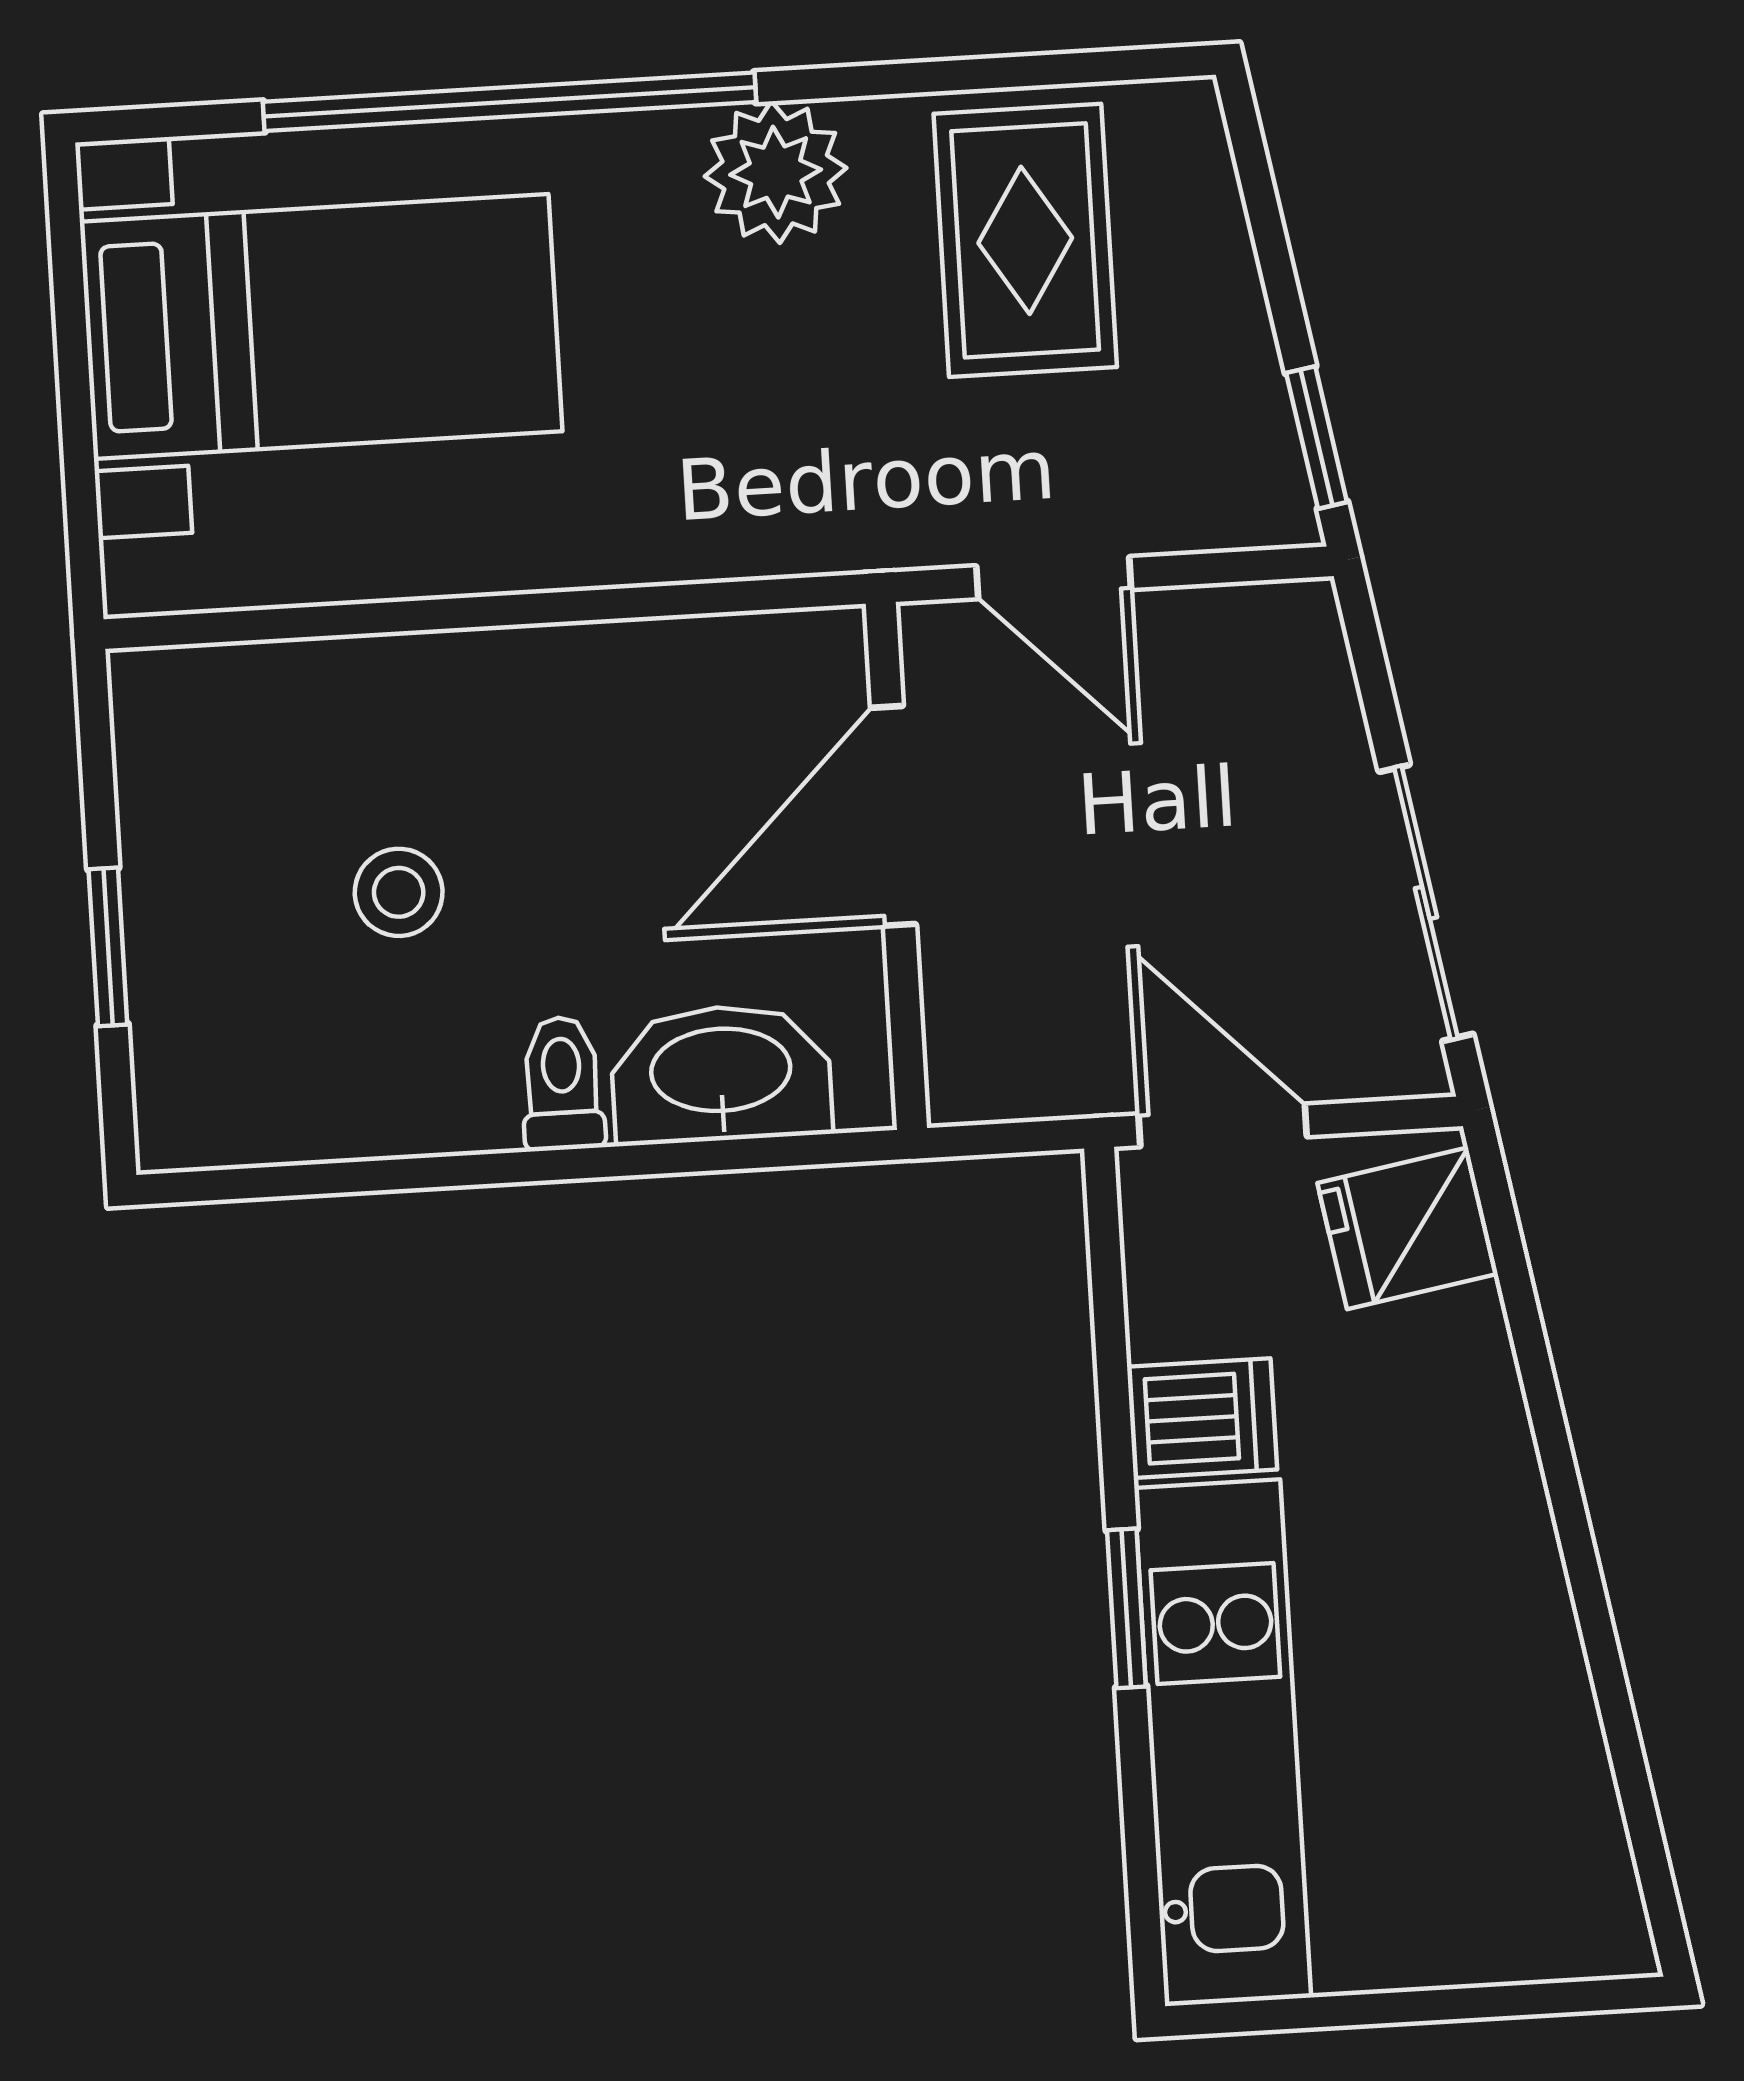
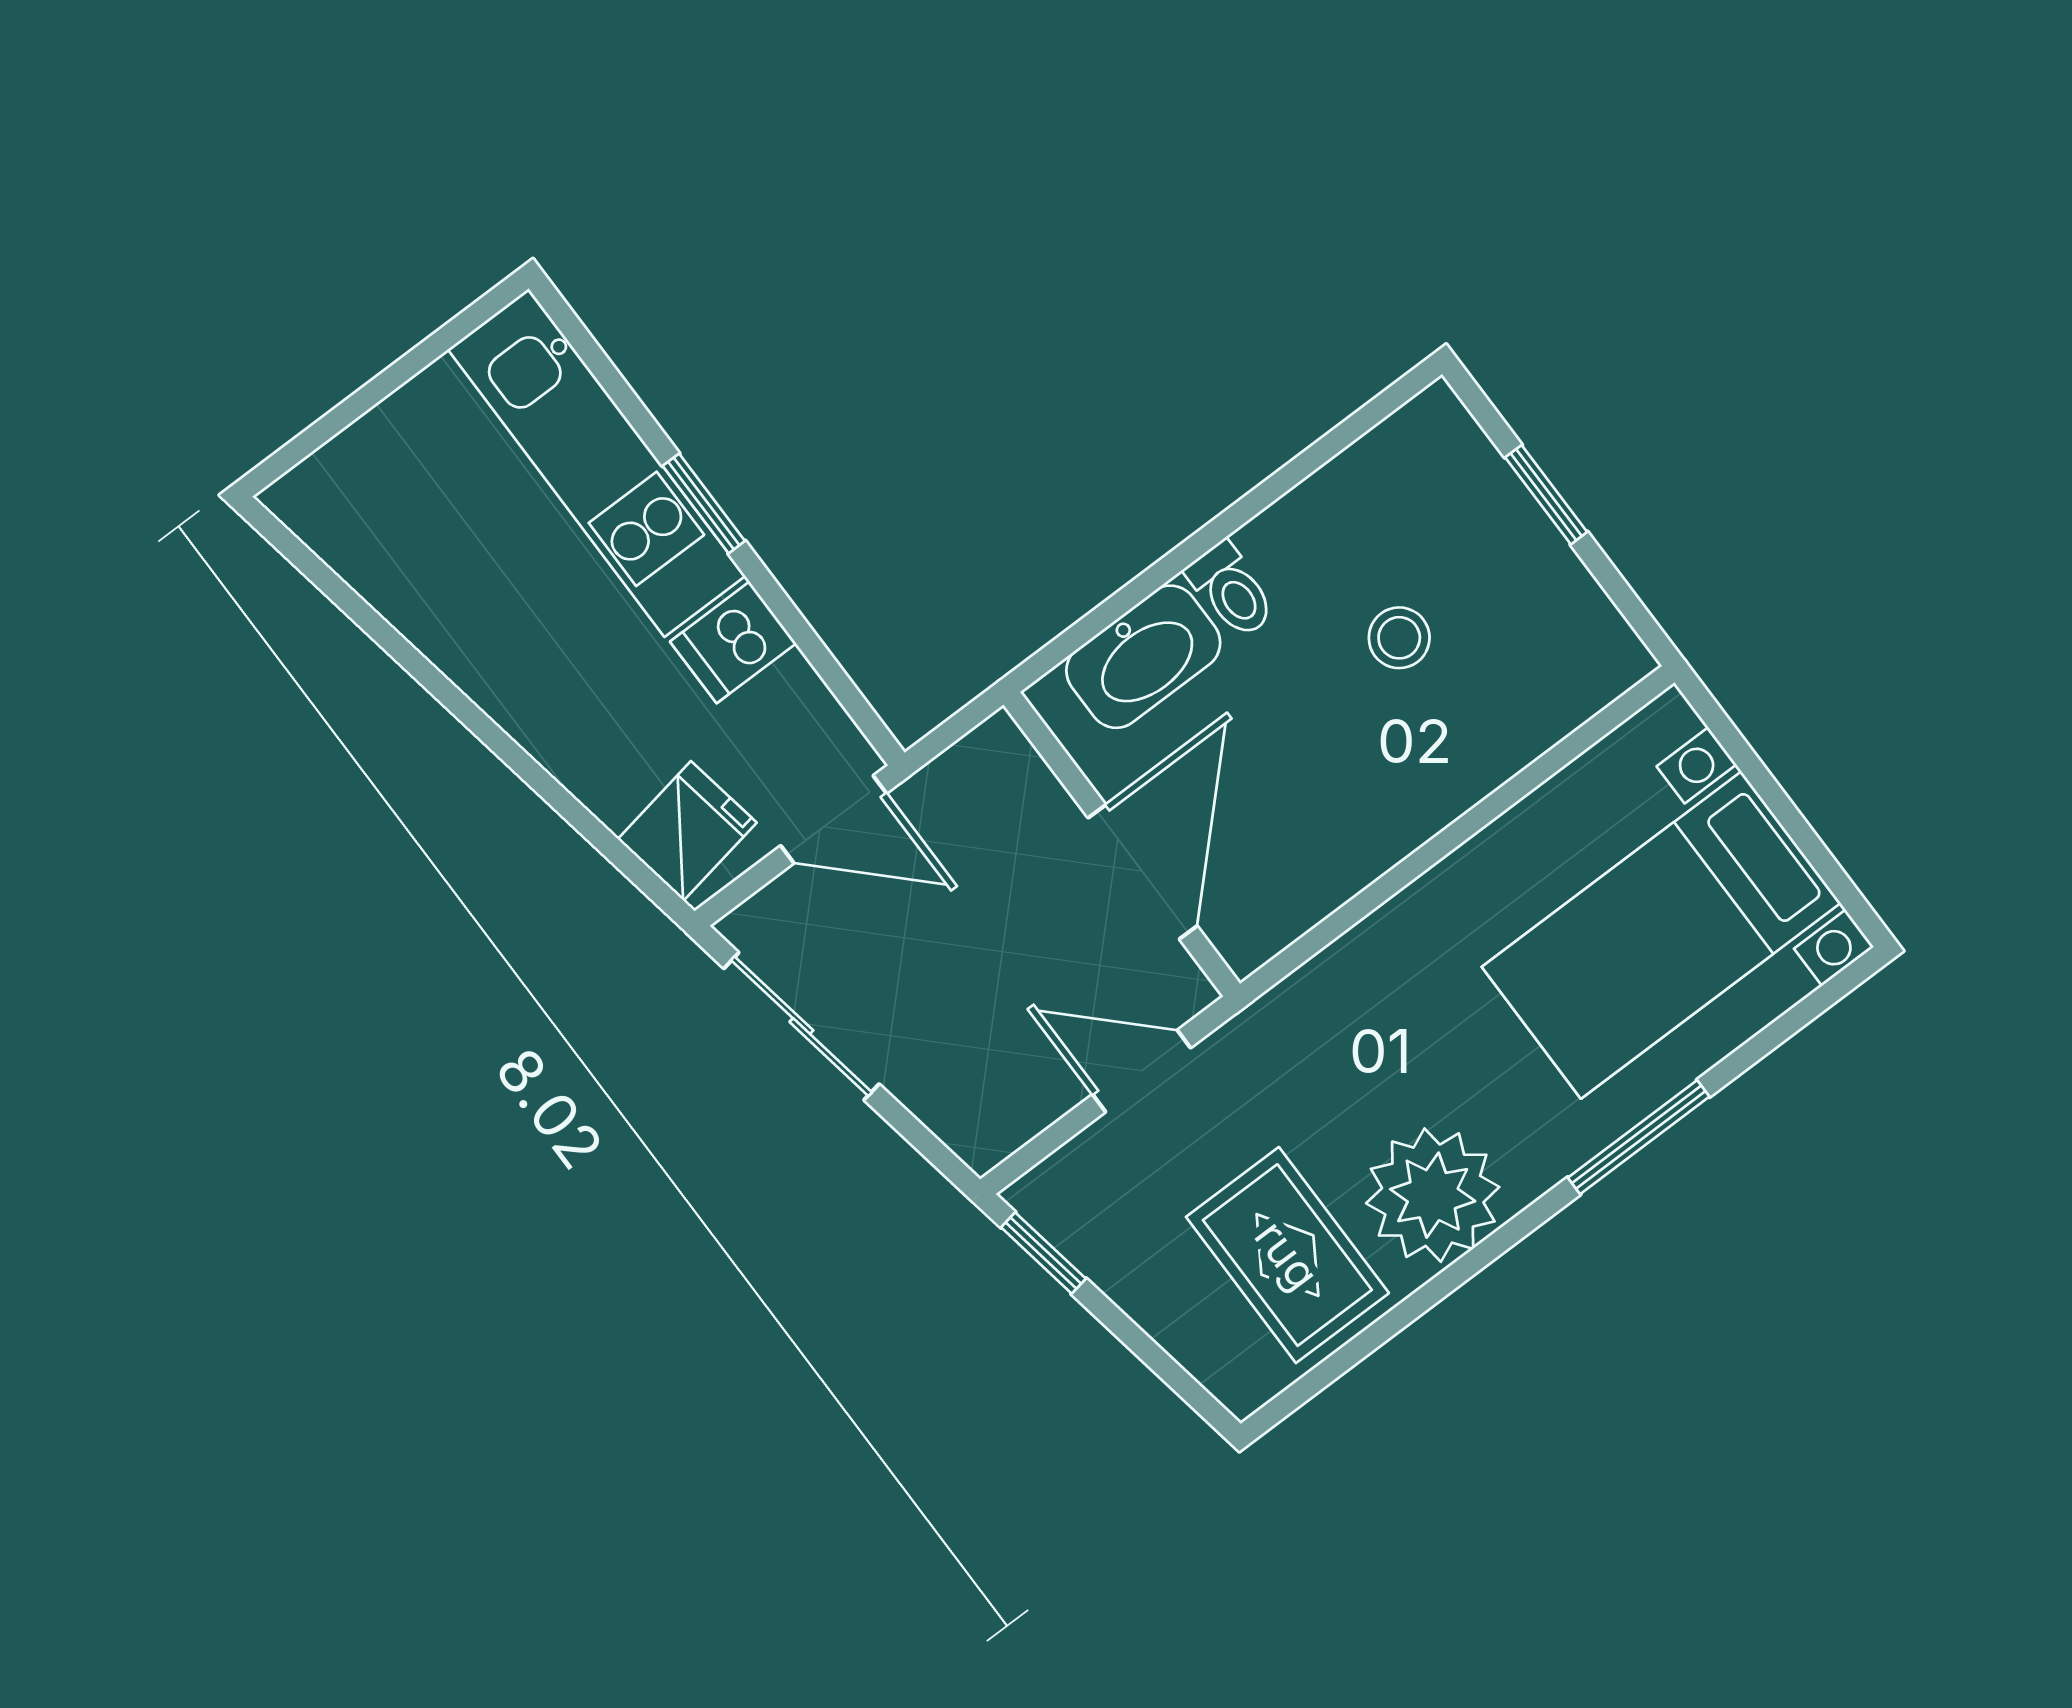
window: (509, 102) -> (1639, 1137), width x0.47
plant: (776, 172) -> (1433, 1195), width x1.36, depth x1.36

